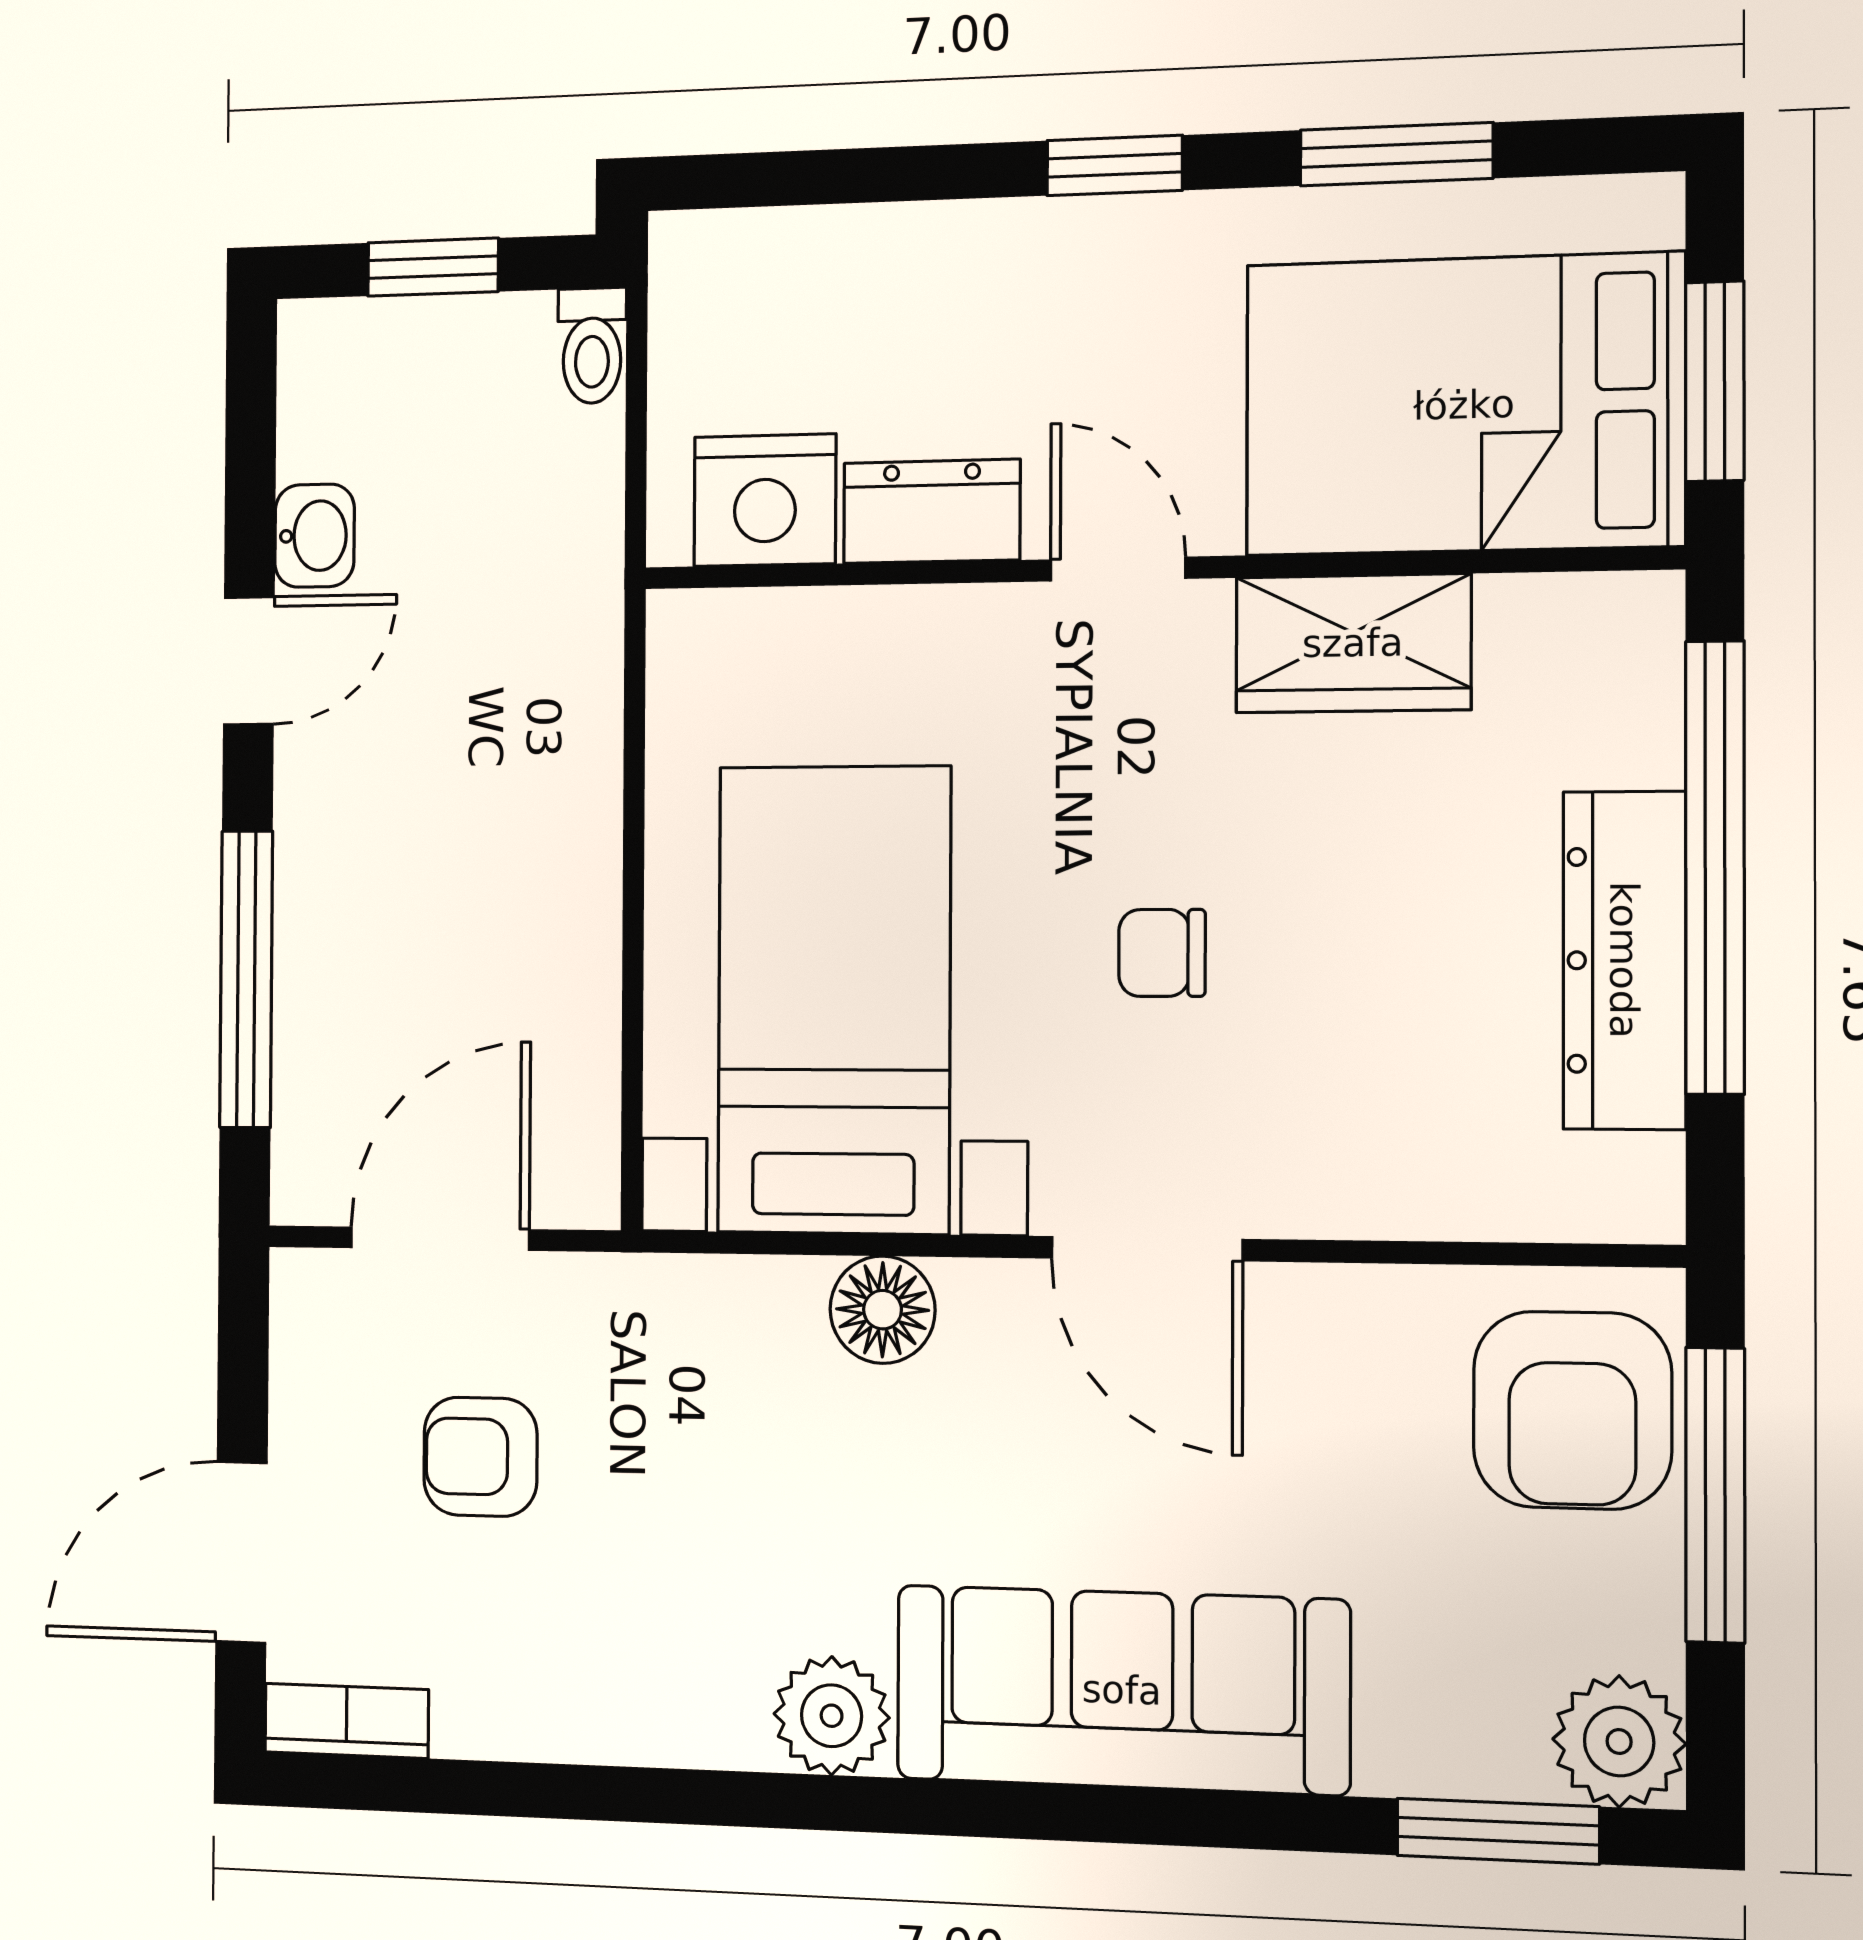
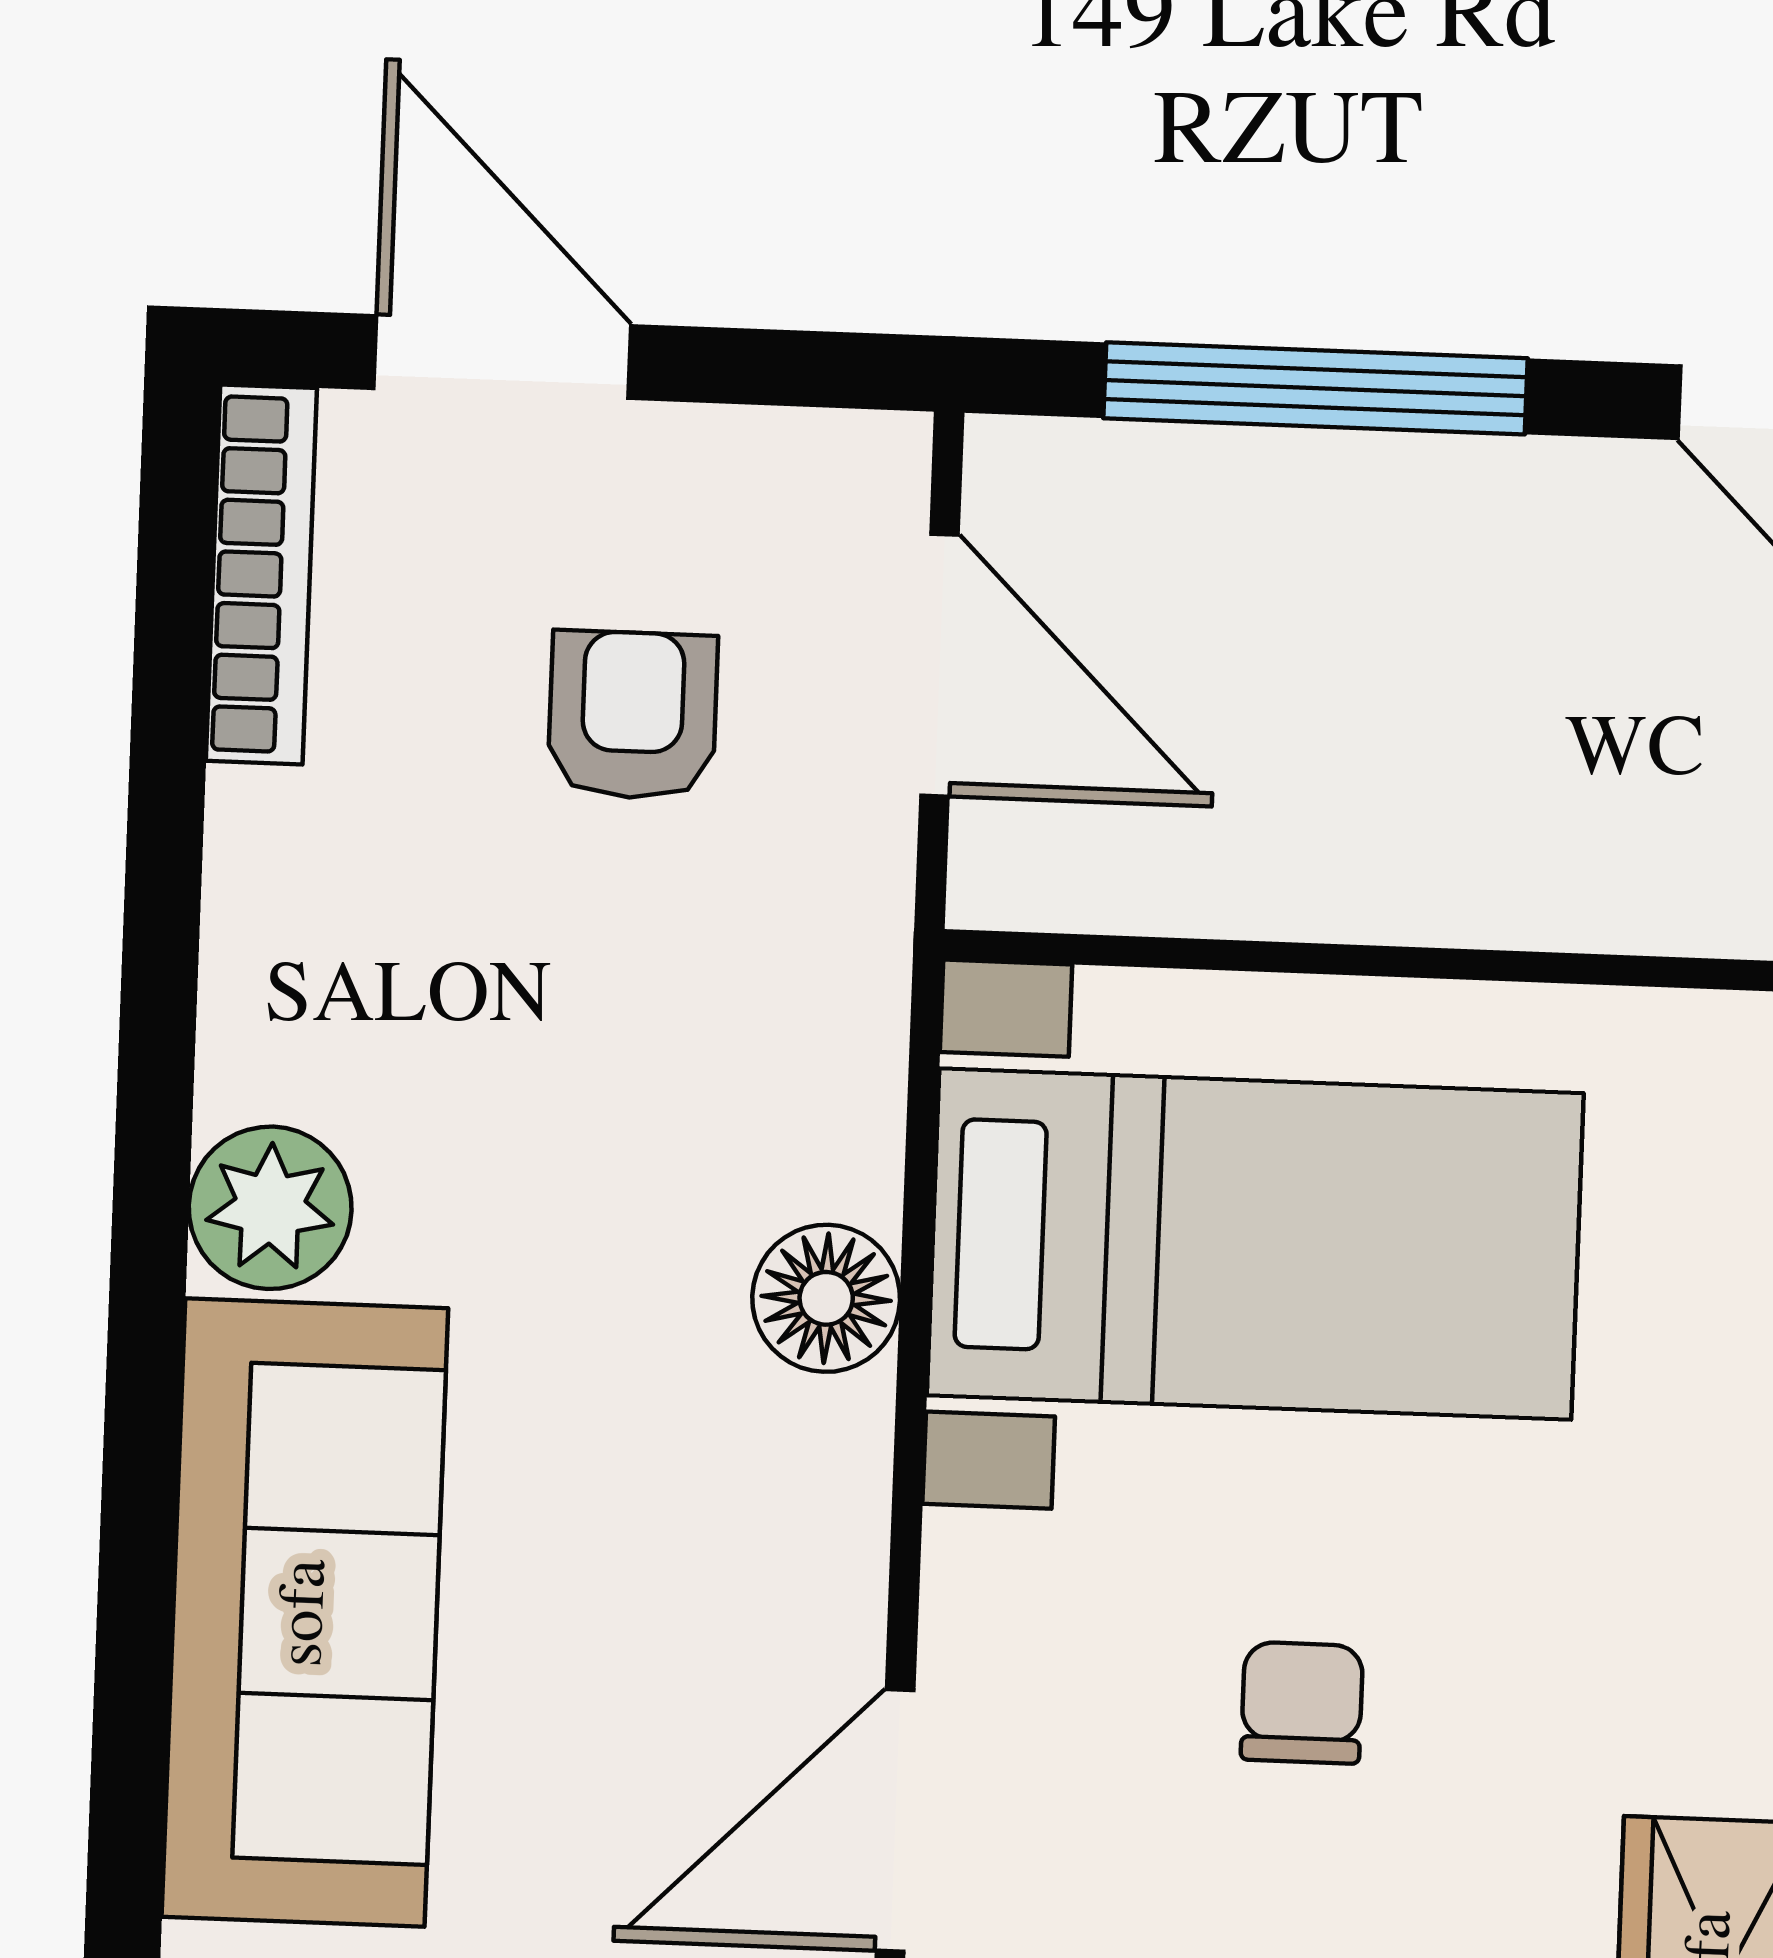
door: (1147, 1249) -> (895, 1820), moved
bookcase: (347, 1721) -> (261, 574), width x1.56

